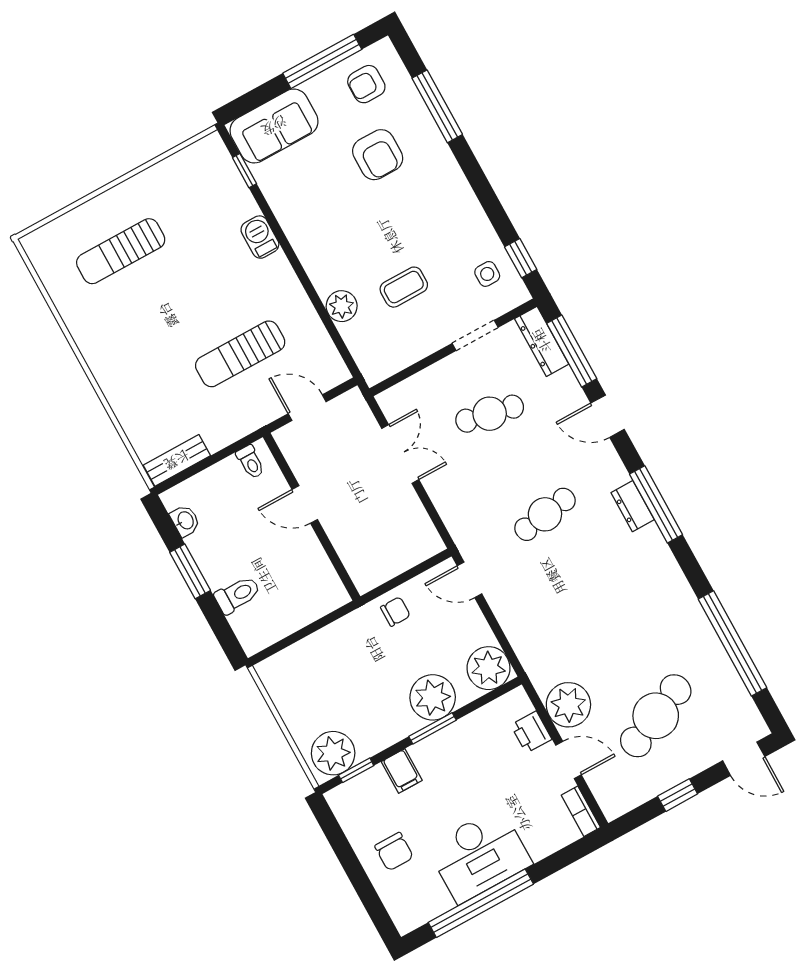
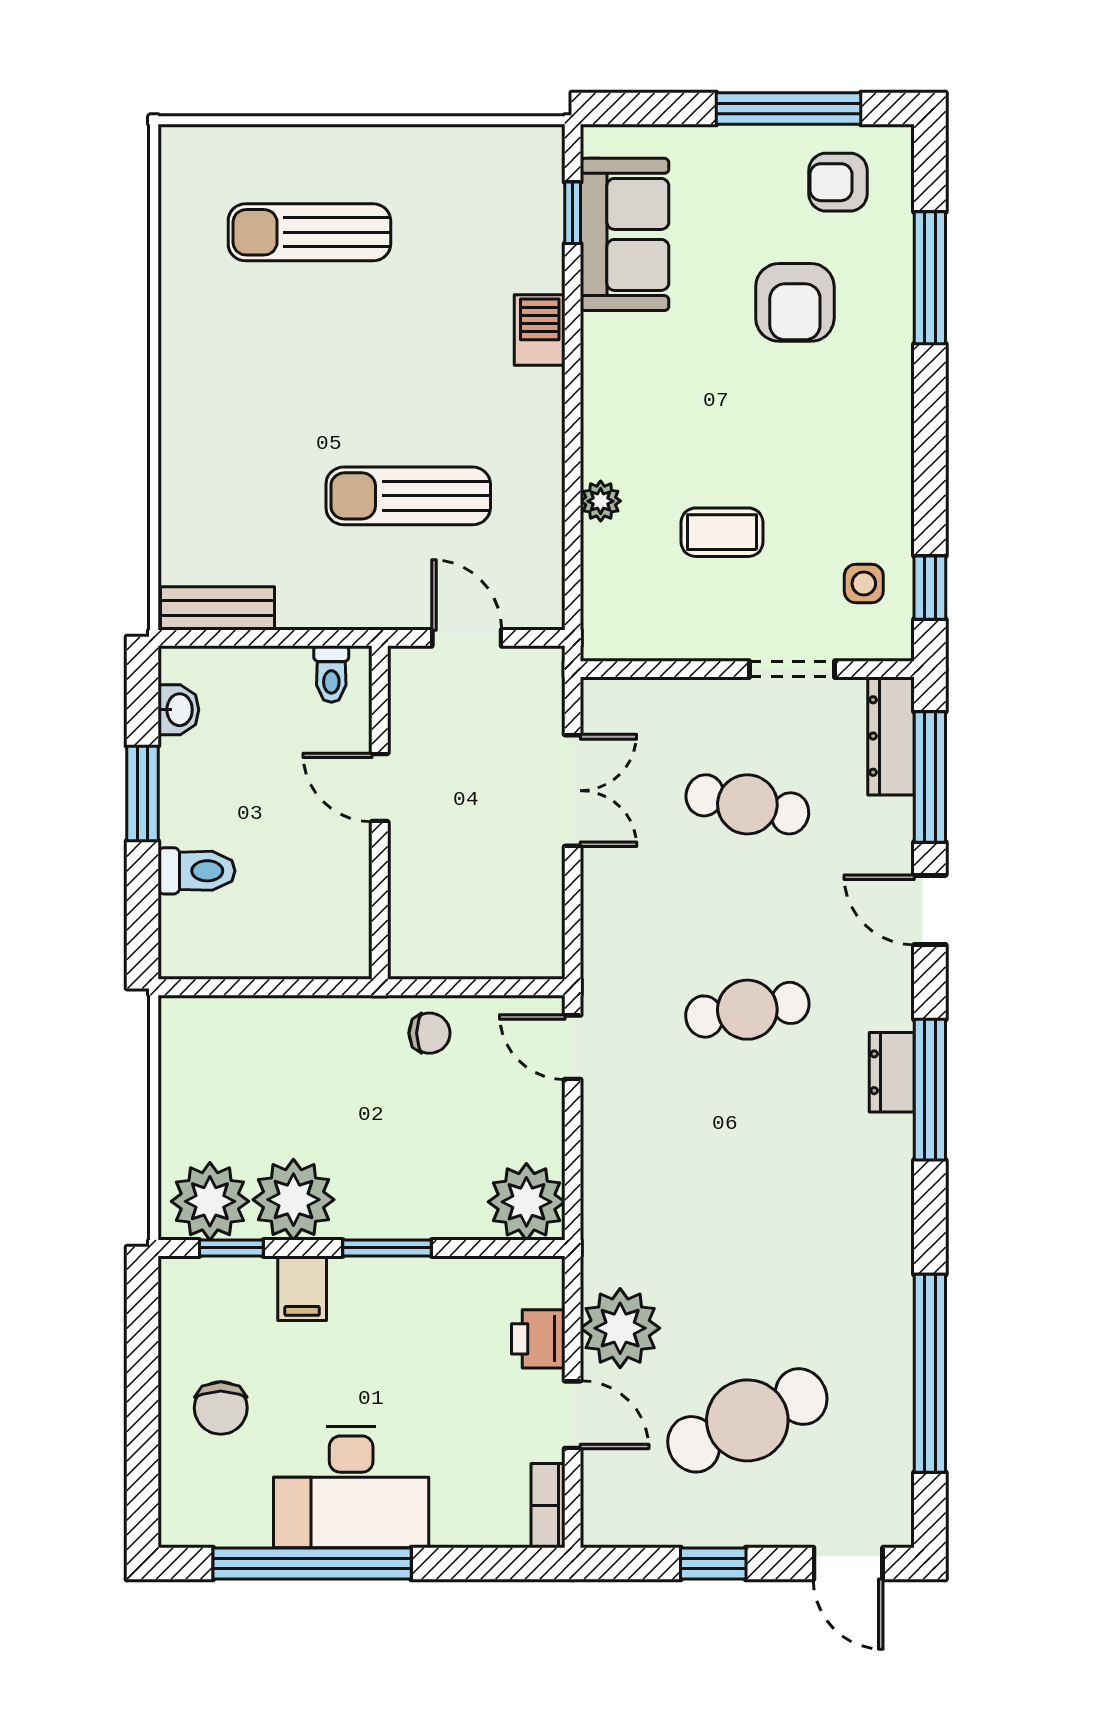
sofa: (274, 126) -> (625, 234), moved, turned -90
plant: (342, 306) -> (601, 501), width x0.73, depth x0.73
plant: (433, 697) -> (293, 1200), moved

